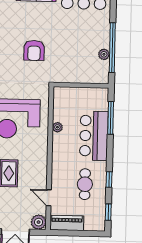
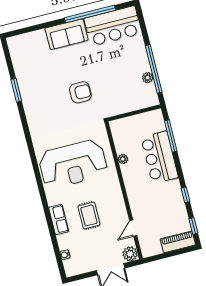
armchair: (34, 50) -> (80, 92), turned -90
cafe table: (85, 184) -> (164, 206), removed
door: (49, 198) -> (133, 228), hinge flipped
piano: (67, 223) -> (178, 242), moved

